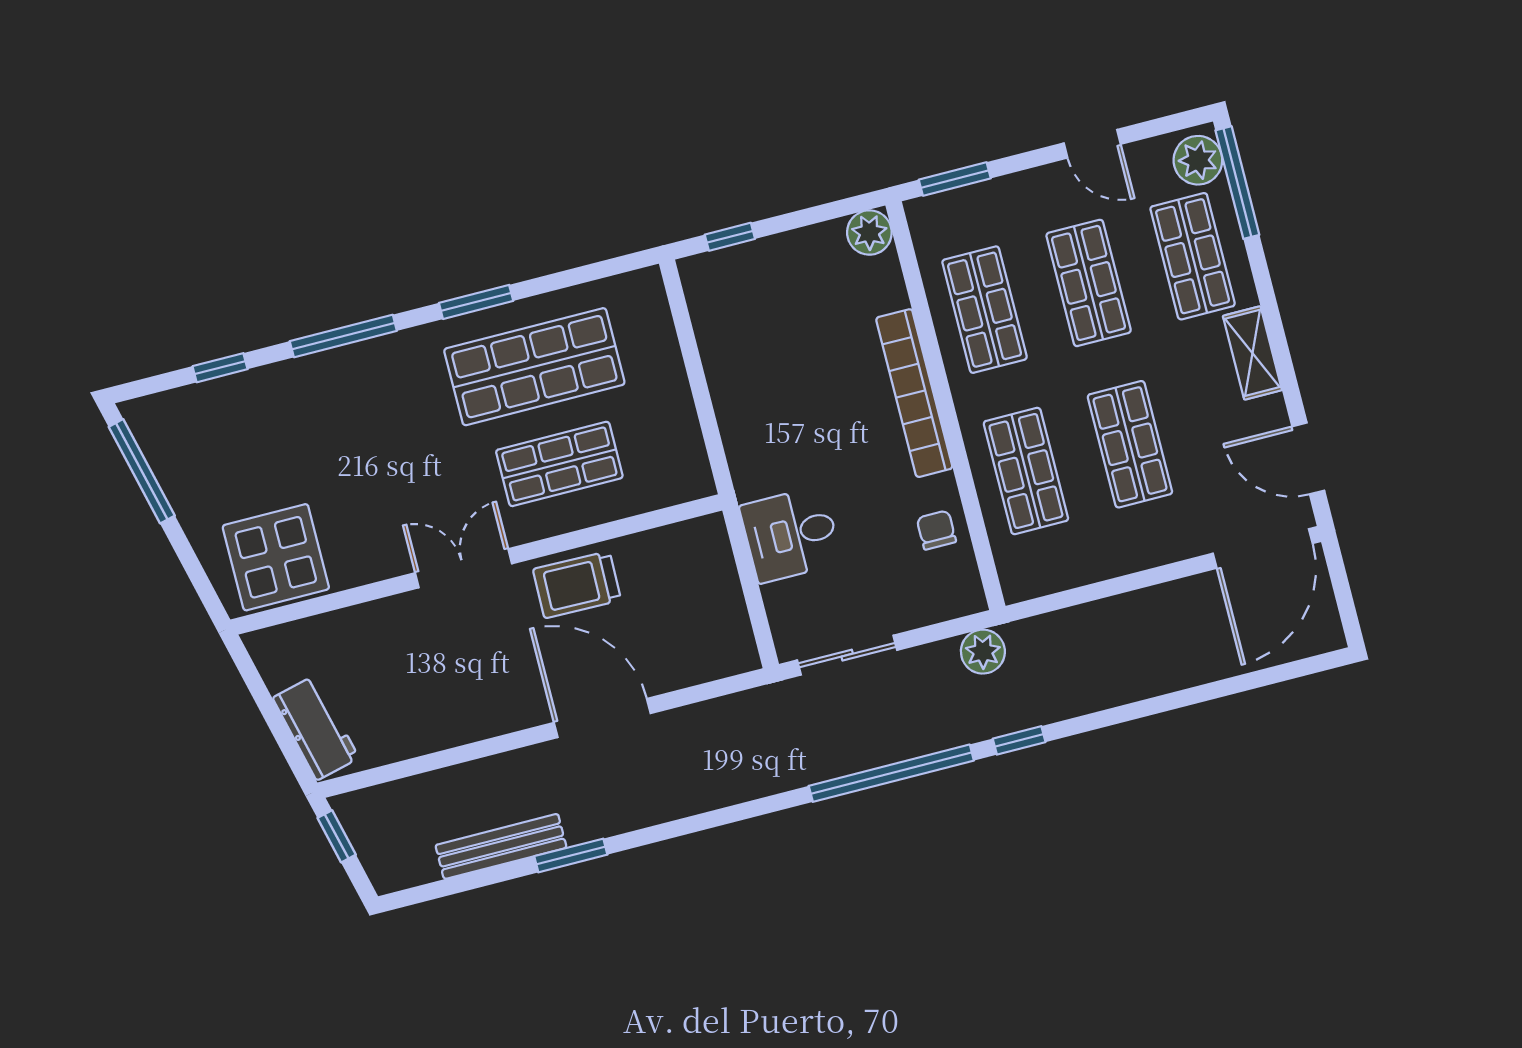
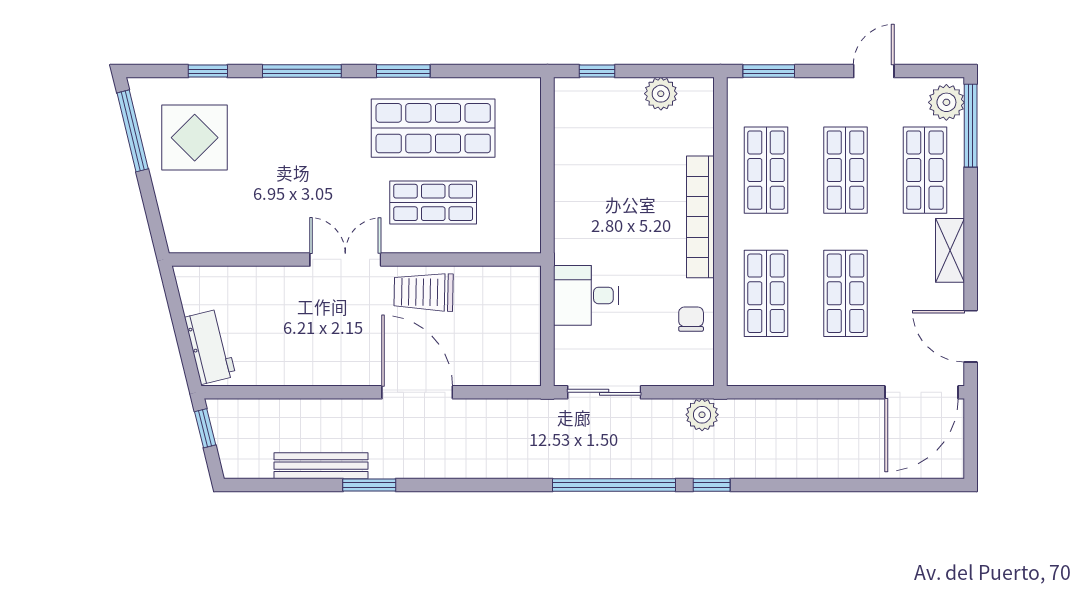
door: (1092, 144) -> (874, 71), swing flipped
plant: (869, 233) -> (661, 94), moved
display table: (276, 557) -> (195, 138), moved

